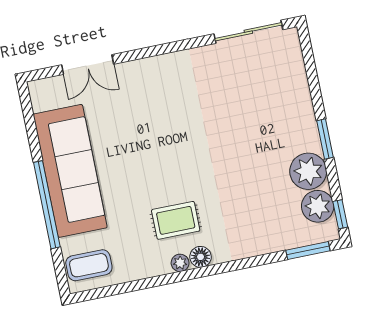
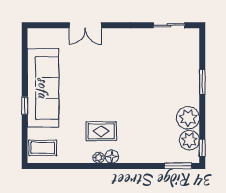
sliding door: (248, 32) -> (169, 25), width x0.73
double door: (88, 64) -> (85, 25), moved
window: (325, 139) -> (202, 82), moved
window: (47, 205) -> (25, 106), width x0.32

